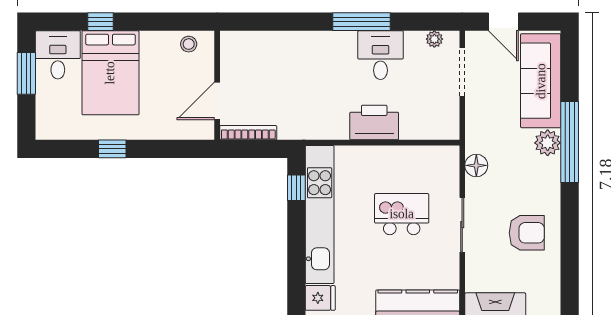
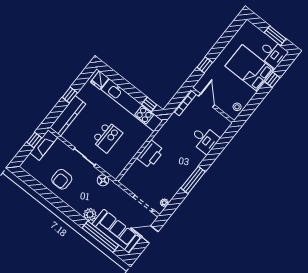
desk: (380, 55) -> (204, 139), moved
window: (570, 142) -> (100, 237), moved
window: (112, 149) -> (205, 65), moved

